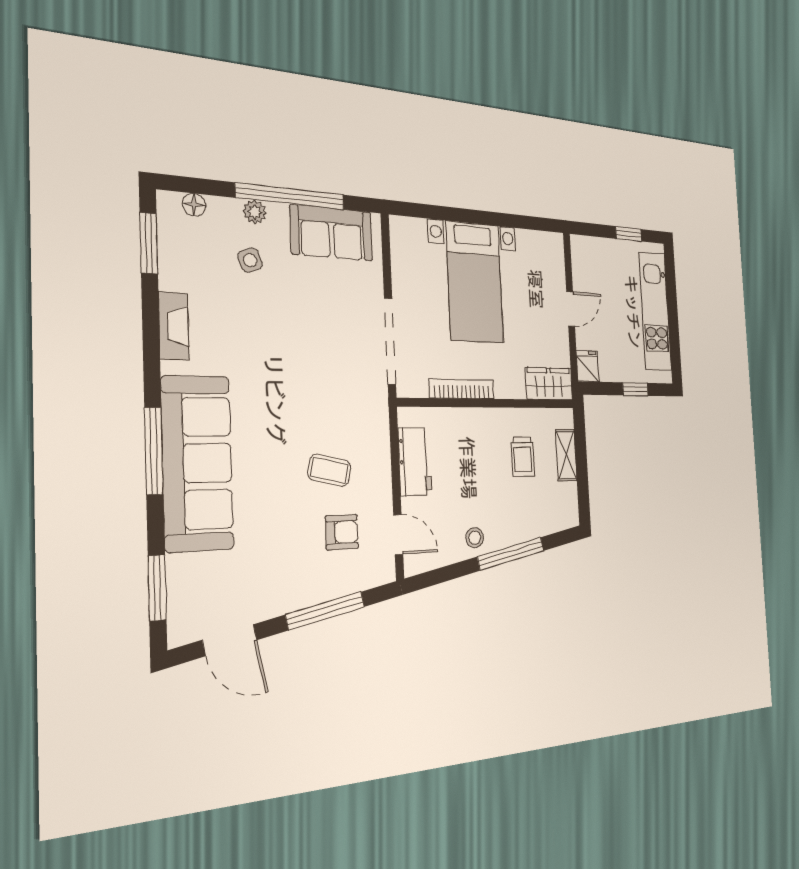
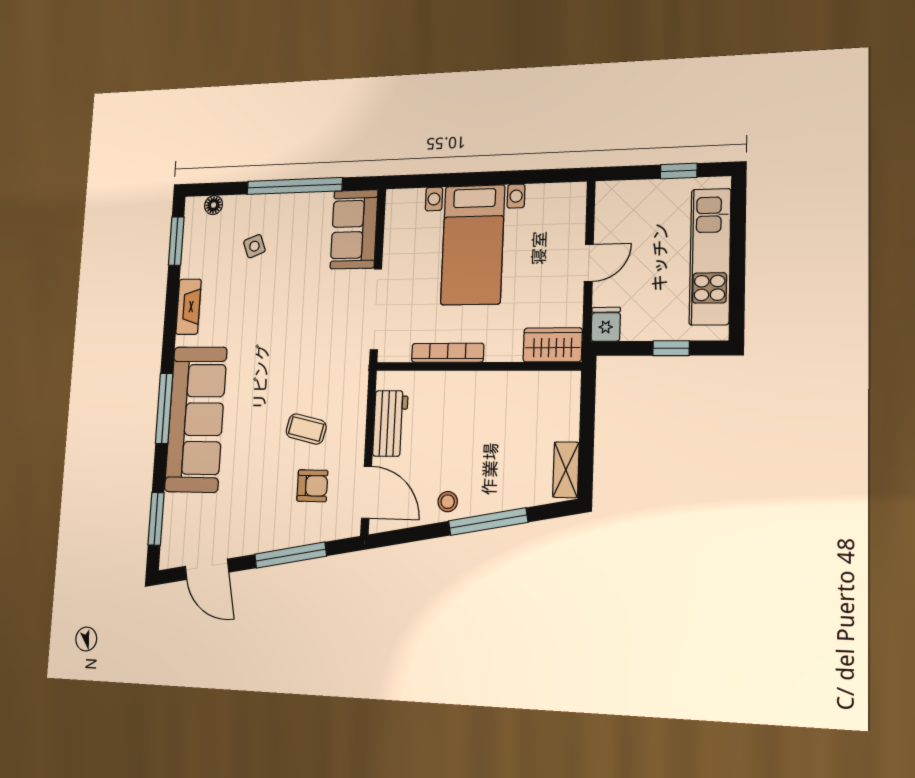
plant: (255, 212) -> (262, 204), removed
sofa: (332, 233) -> (354, 229), moved, turned 90
shelving: (566, 455) -> (566, 470), moved
trolley: (523, 457) -> (512, 422), removed
door: (398, 535) -> (367, 492), width x1.38

